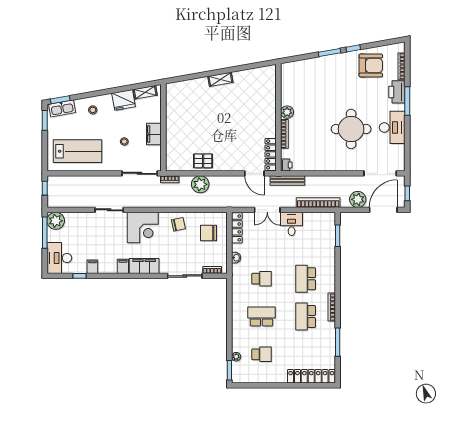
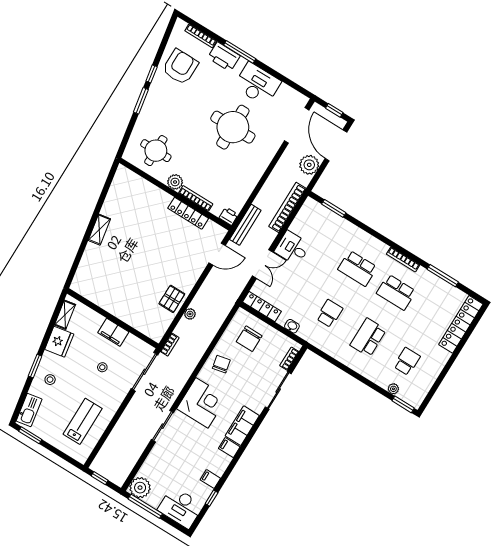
round table: (301, 85) -> (156, 151), added
window: (60, 100) -> (35, 366), moved
lab bench: (77, 151) -> (83, 421), width x0.73, depth x0.72
locker: (271, 154) -> (188, 213), moved
plant: (200, 184) -> (190, 314), width x0.53, depth x0.53

